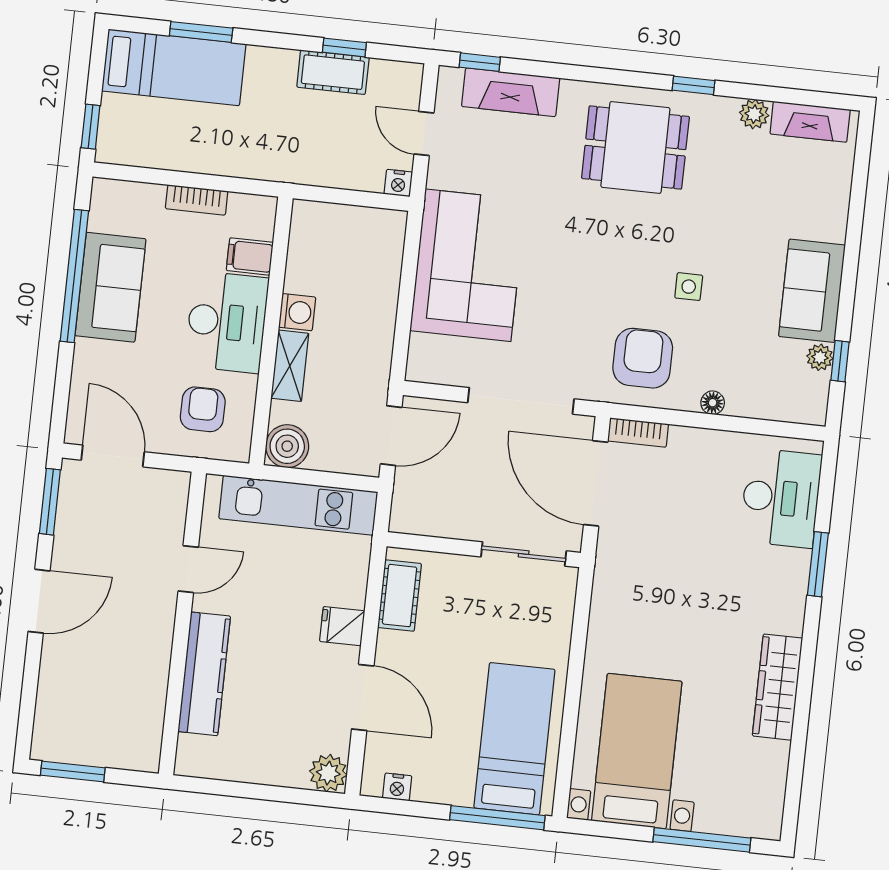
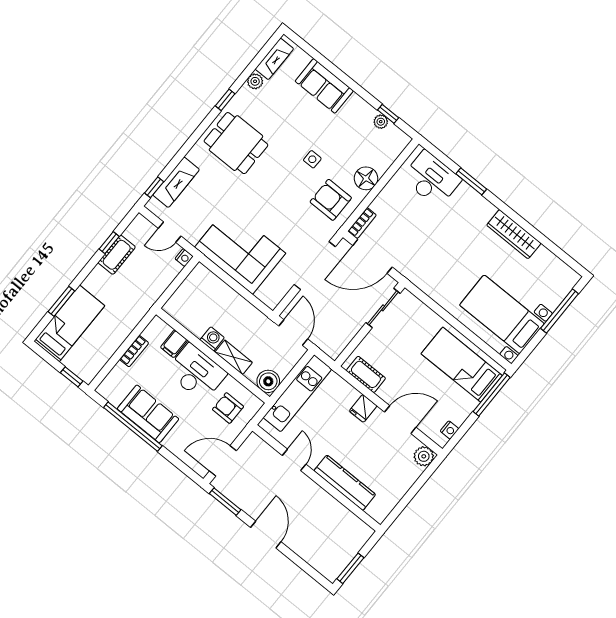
dining table: (635, 147) -> (236, 143), turned 90
sofa: (812, 291) -> (324, 86), moved
floor lamp: (713, 403) -> (366, 178), width x1.89, depth x1.89

